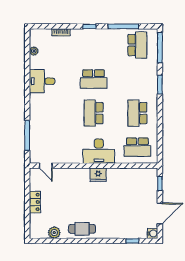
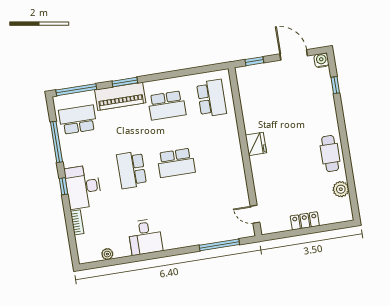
school desk: (94, 79) -> (132, 170), turned 180
piano: (150, 79) -> (120, 96), added
desk: (99, 151) -> (83, 187), moved, turned 180
door: (46, 166) -> (255, 214), swing flipped

